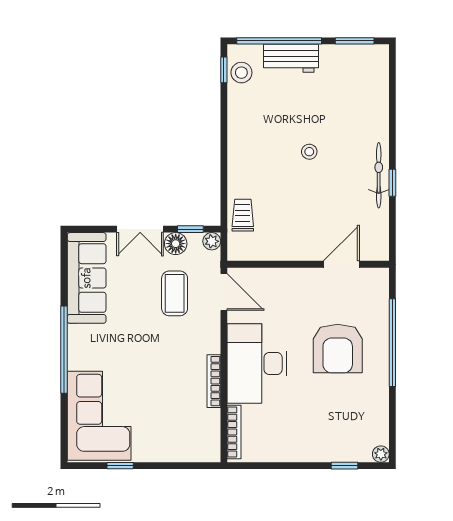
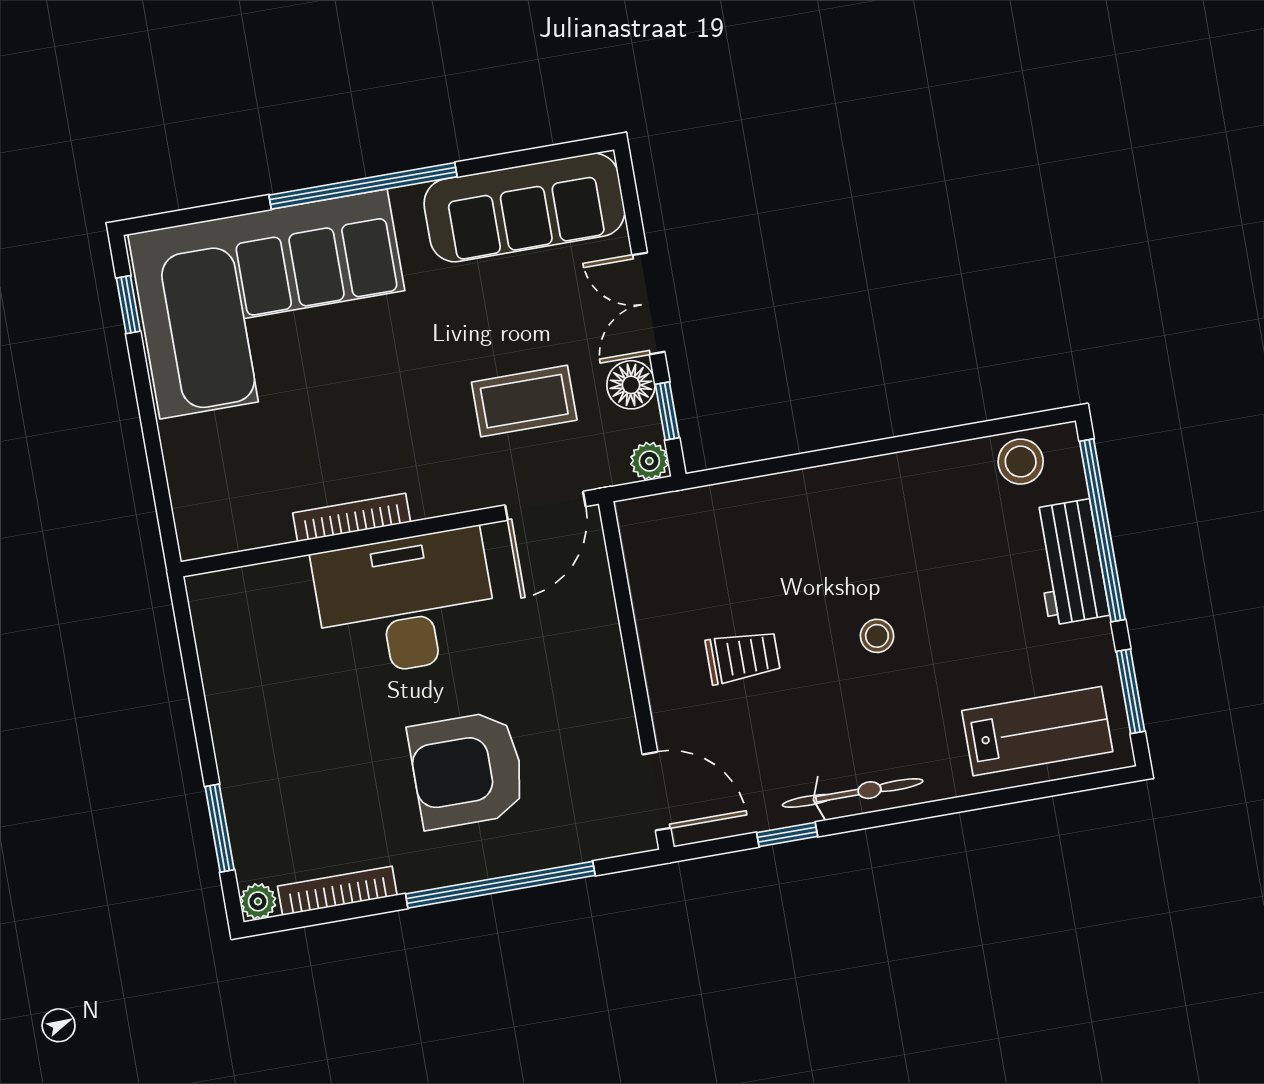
window: (224, 70) -> (1020, 423), removed
lab bench: (365, 86) -> (1037, 731), added
window: (392, 183) -> (787, 835), moved
trolley: (243, 215) -> (743, 657), moved
door: (341, 264) -> (656, 791), moved
corner sofa: (99, 416) -> (274, 304), width x1.36, depth x1.36
bookcase: (234, 432) -> (337, 891), moved, turned 180
window: (120, 466) -> (128, 305), moved
window: (345, 466) -> (220, 828), width x1.50

